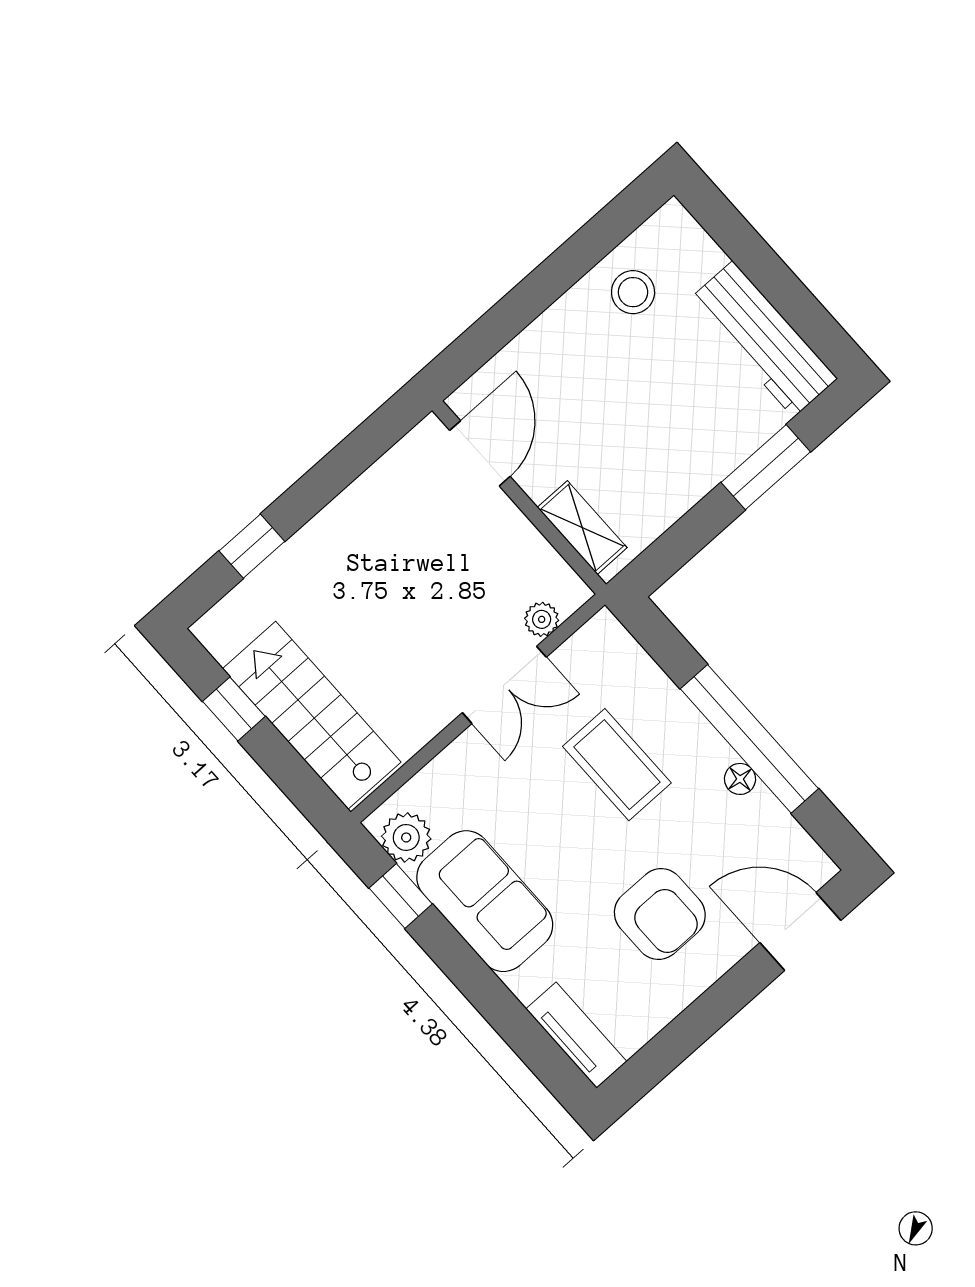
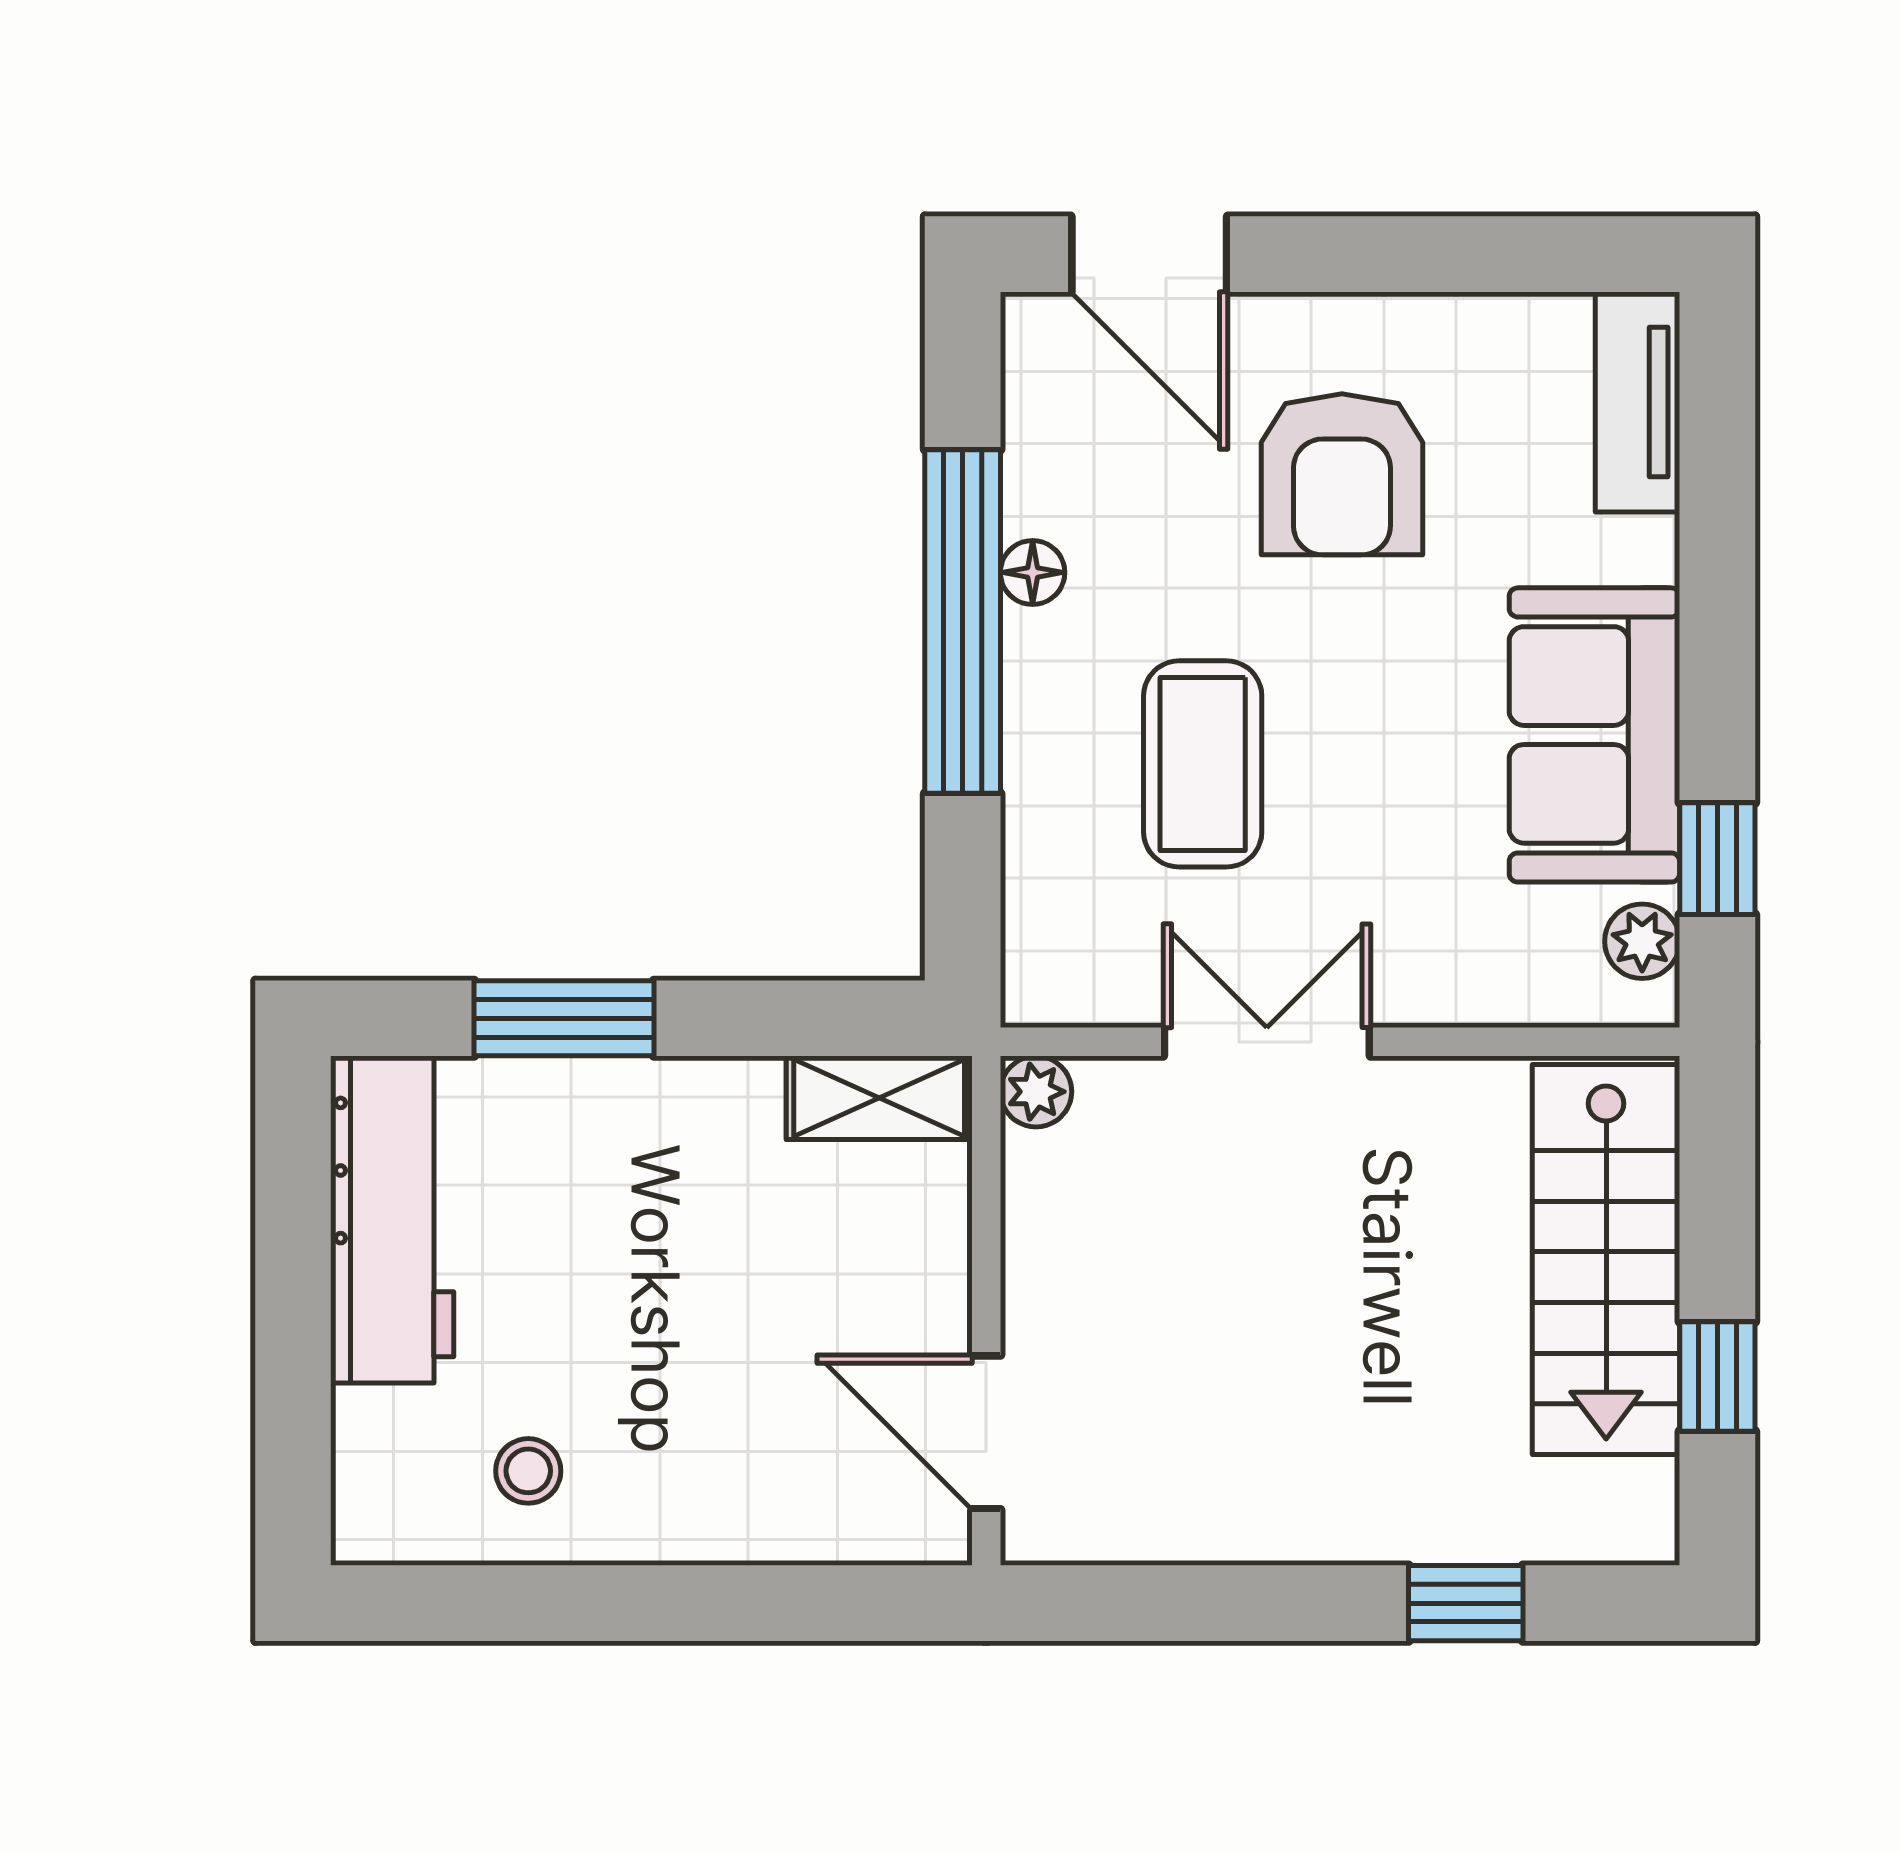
stool: (633, 292) -> (528, 1471), width x0.73, depth x0.73
door: (480, 453) -> (986, 1432), hinge flipped
shelving: (582, 528) -> (879, 1098), moved, turned 90
plant: (542, 619) -> (1036, 1092), moved
plant: (406, 837) -> (1642, 941), width x0.73, depth x0.73
armchair: (660, 914) -> (1342, 474), turned 180

